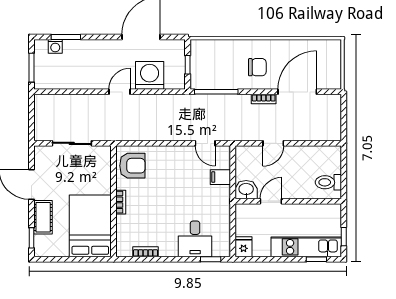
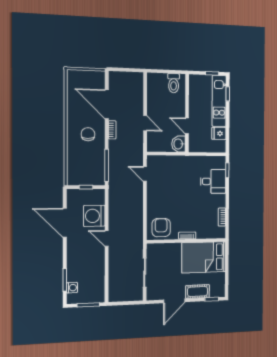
door: (205, 143) -> (145, 174), swing flipped
filing cabinet: (220, 177) -> (169, 163), removed
fridge: (244, 247) -> (219, 133), moved

